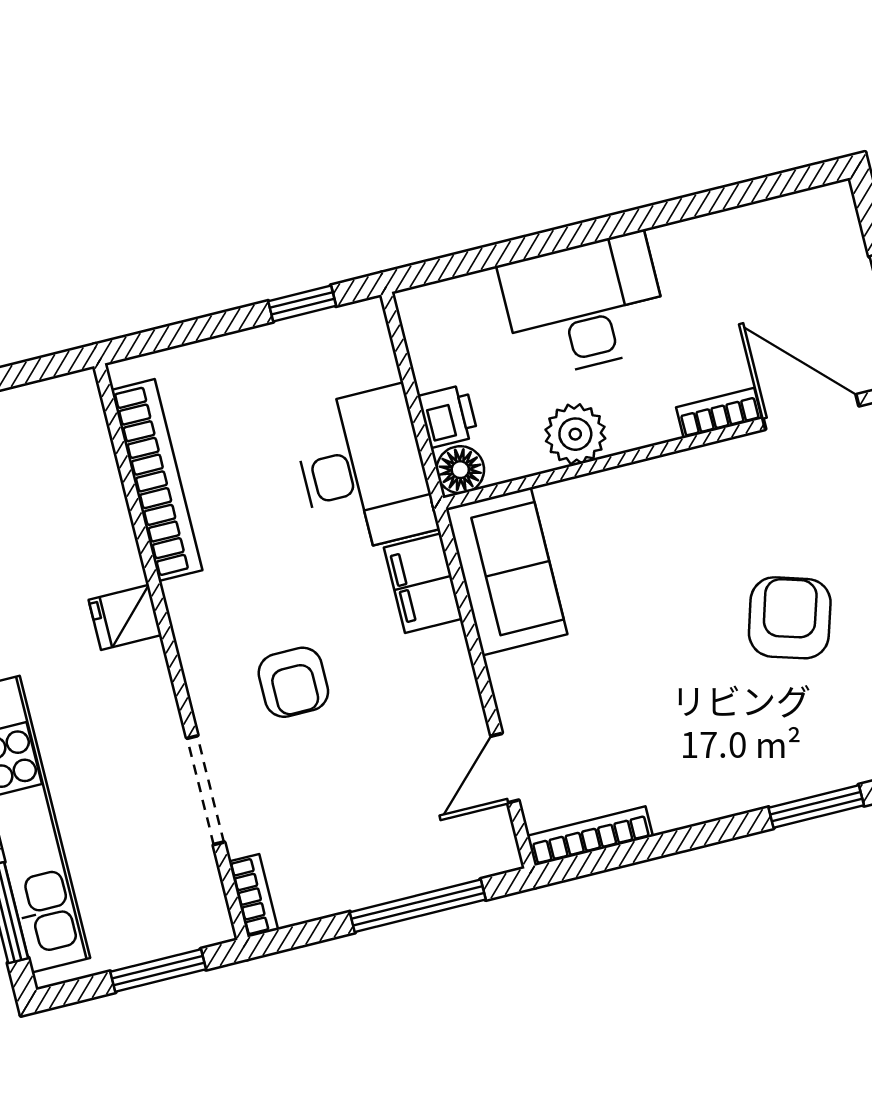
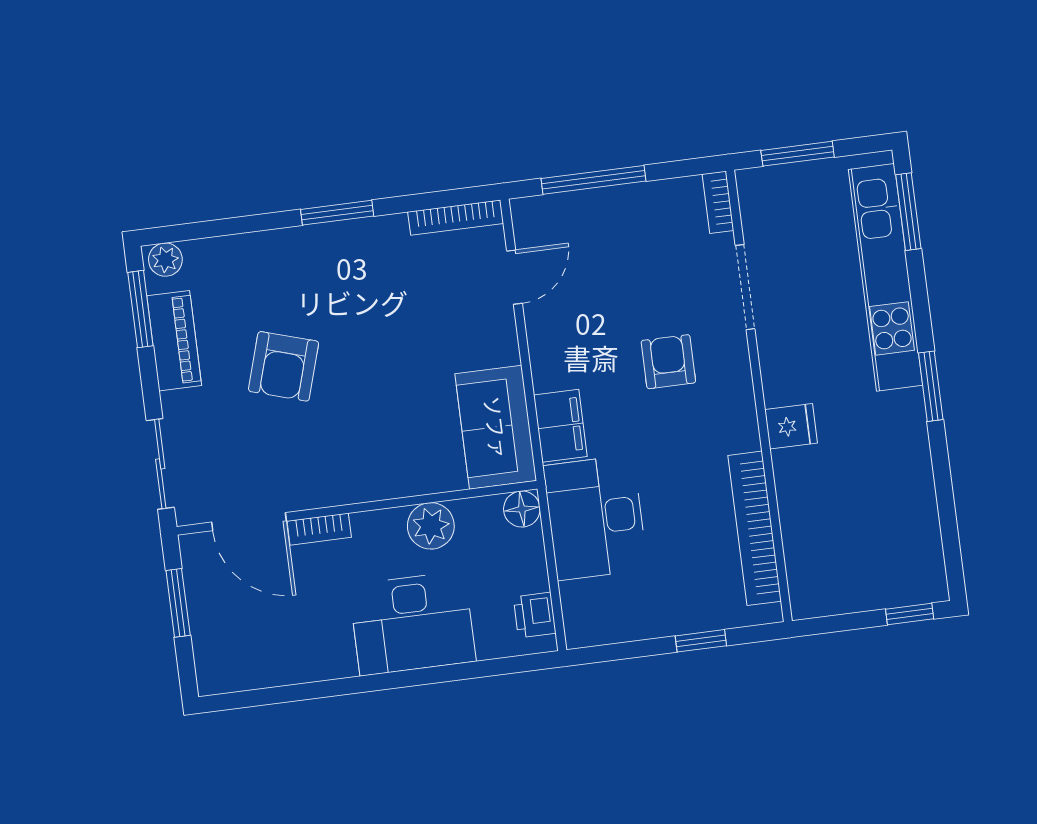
window: (302, 303) -> (701, 641), moved
printer: (448, 416) -> (535, 615), moved
window: (816, 806) -> (337, 213), moved

